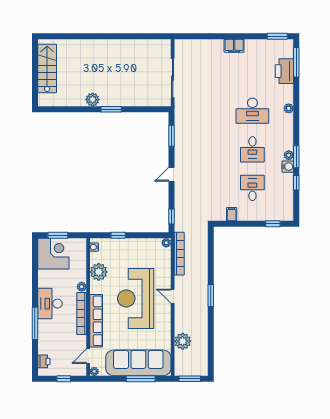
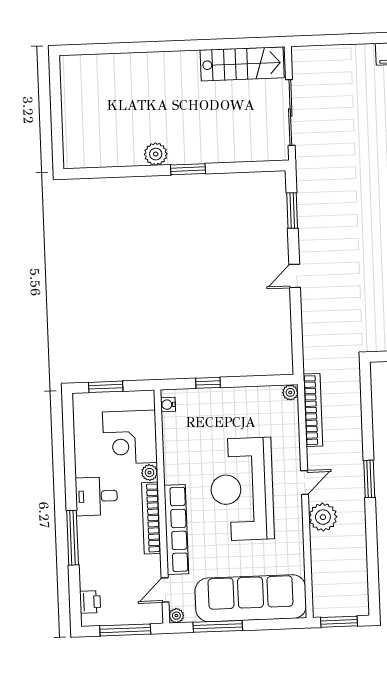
stairs: (47, 68) -> (242, 64), moved, turned 90
window: (171, 217) -> (297, 348), removed
corner desk: (53, 254) -> (130, 437), moved, turned 180
plant: (99, 272) -> (177, 446), removed
door: (173, 296) -> (305, 483), swing flipped
desk: (50, 304) -> (96, 496), width x0.73
plant: (183, 341) -> (323, 517), moved
window: (64, 379) -> (125, 630), width x2.17
window: (141, 379) -> (218, 626), moved

